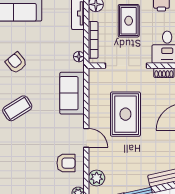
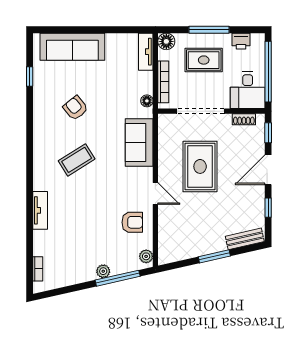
rug: (129, 21) -> (204, 60), turned 90
plant: (97, 178) -> (167, 239), removed

